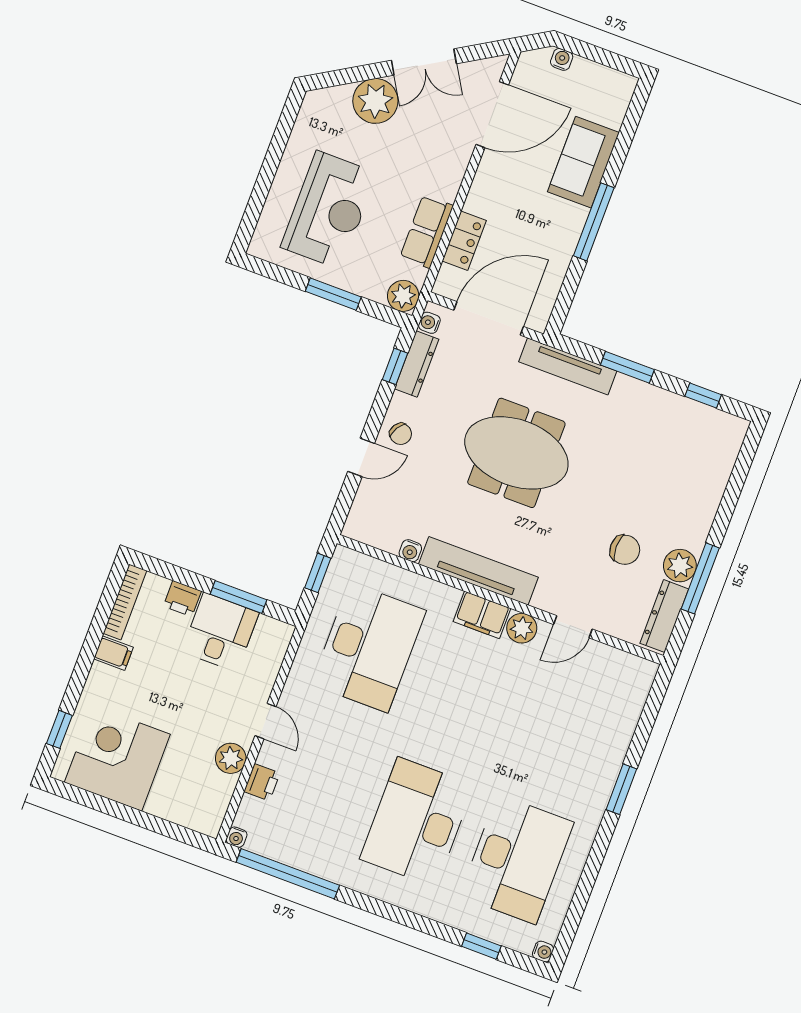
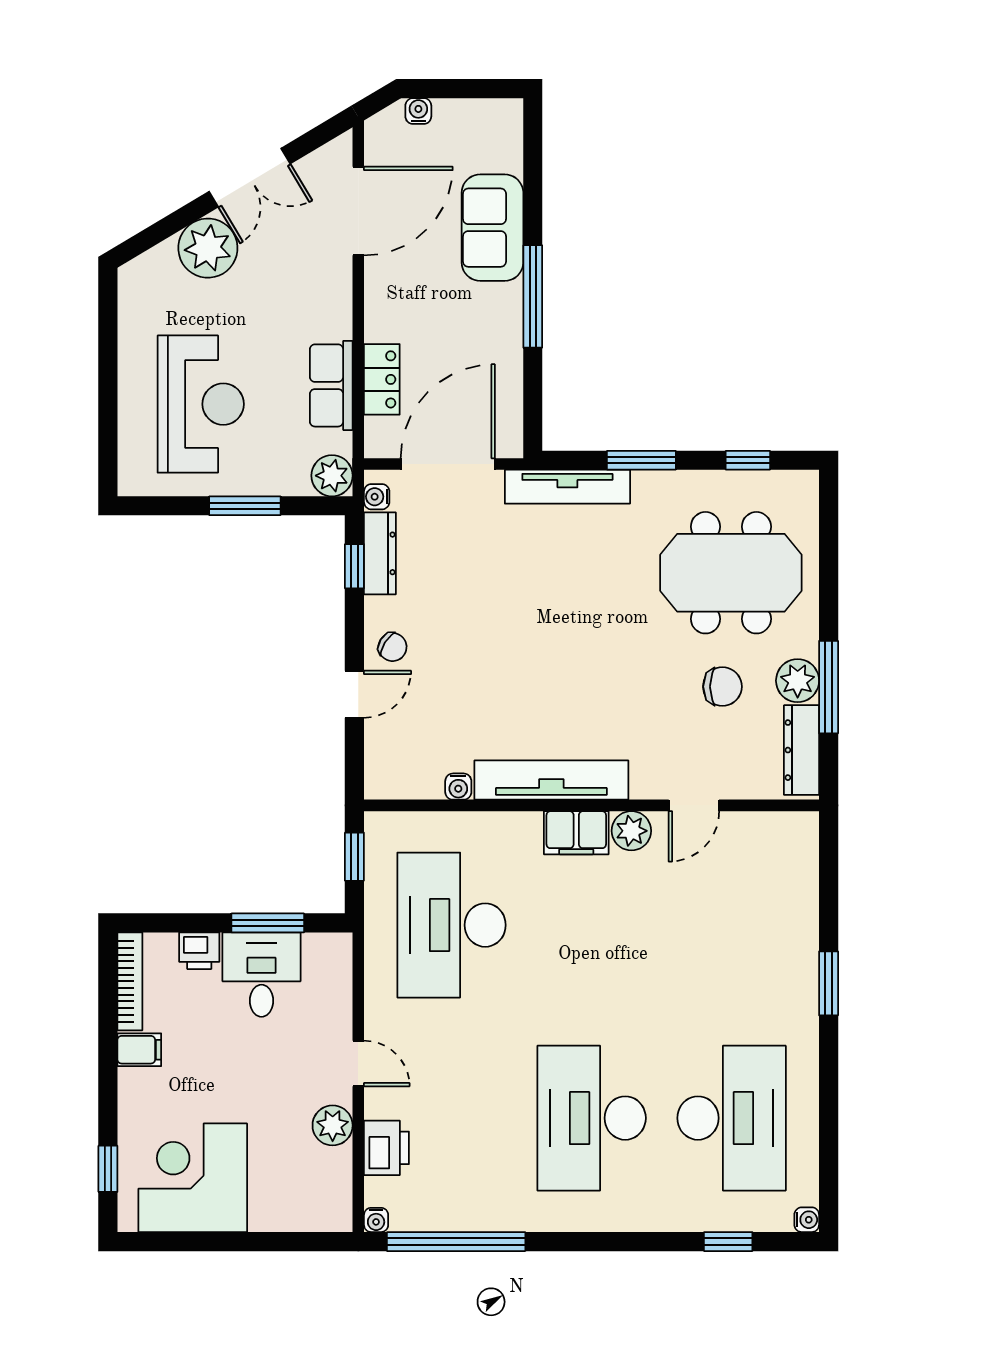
meeting table: (516, 453) -> (731, 573), moved
desk: (369, 647) -> (452, 925), turned 180
printer: (262, 782) -> (386, 1148), width x1.36, depth x1.24

